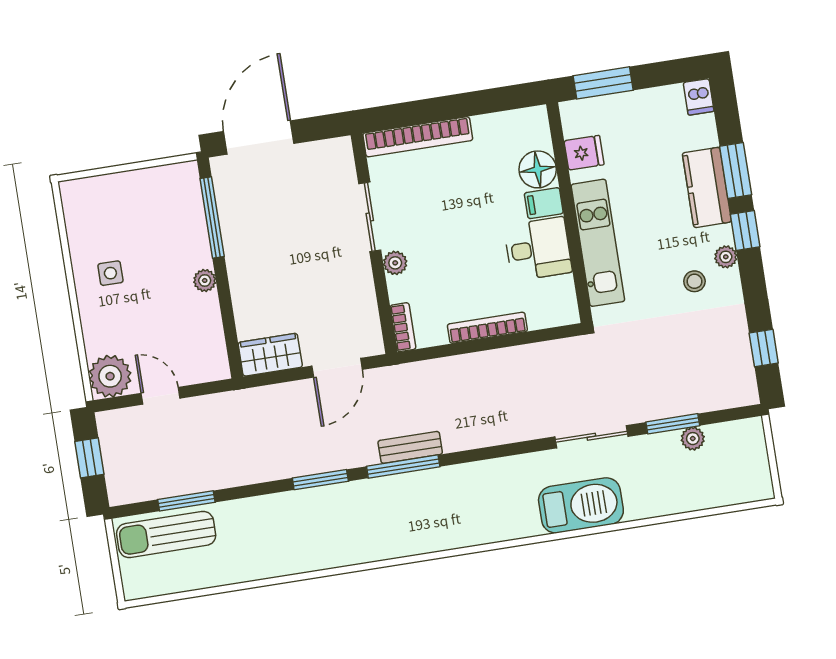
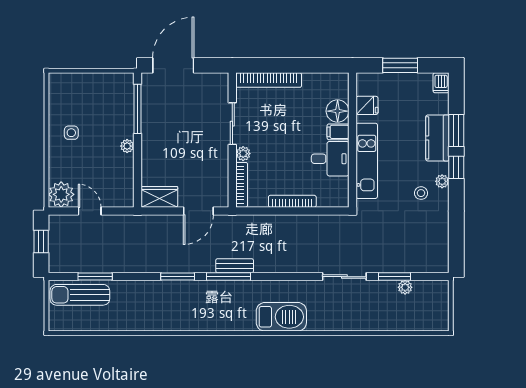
window: (603, 83) -> (400, 65), moved
bookcase: (403, 327) -> (242, 185), width x1.56
window: (764, 348) -> (456, 240), removed
barbecue: (581, 505) -> (281, 317), moved

